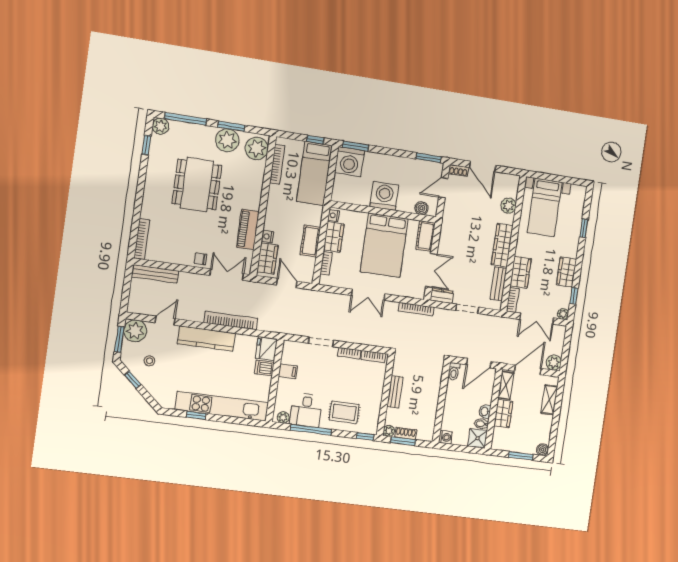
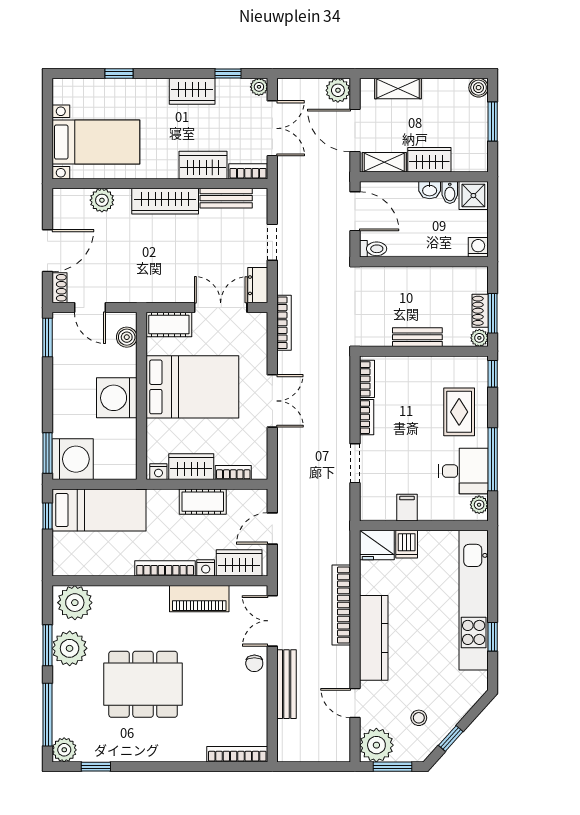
bookcase: (277, 164) -> (165, 568), moved
bench: (155, 274) -> (287, 684), moved

